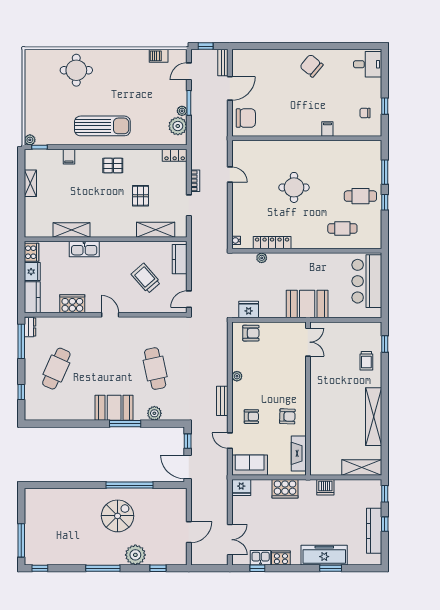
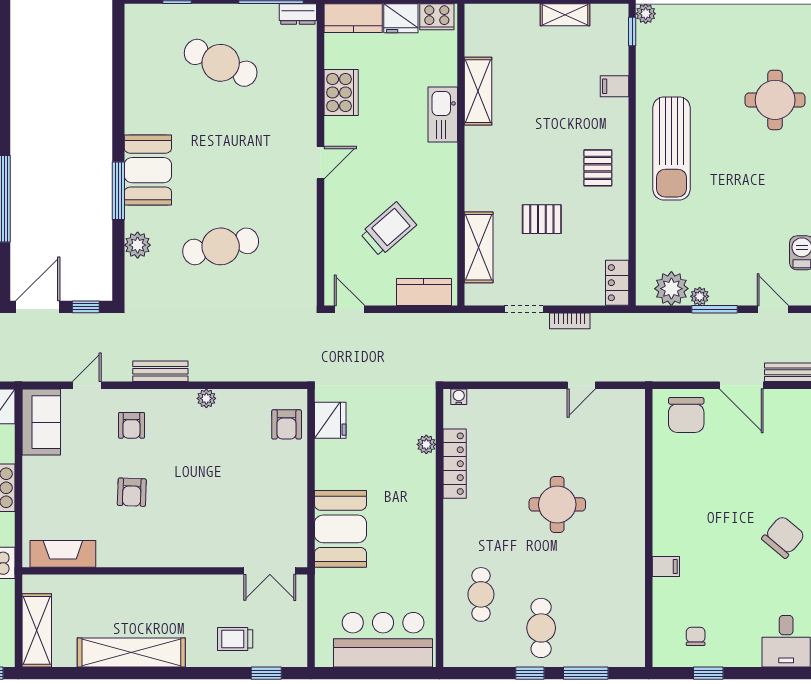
double door: (308, 342) -> (270, 571), moved
wall: (308, 399) -> (165, 571), moved
fireplace: (299, 453) -> (63, 554), moved

